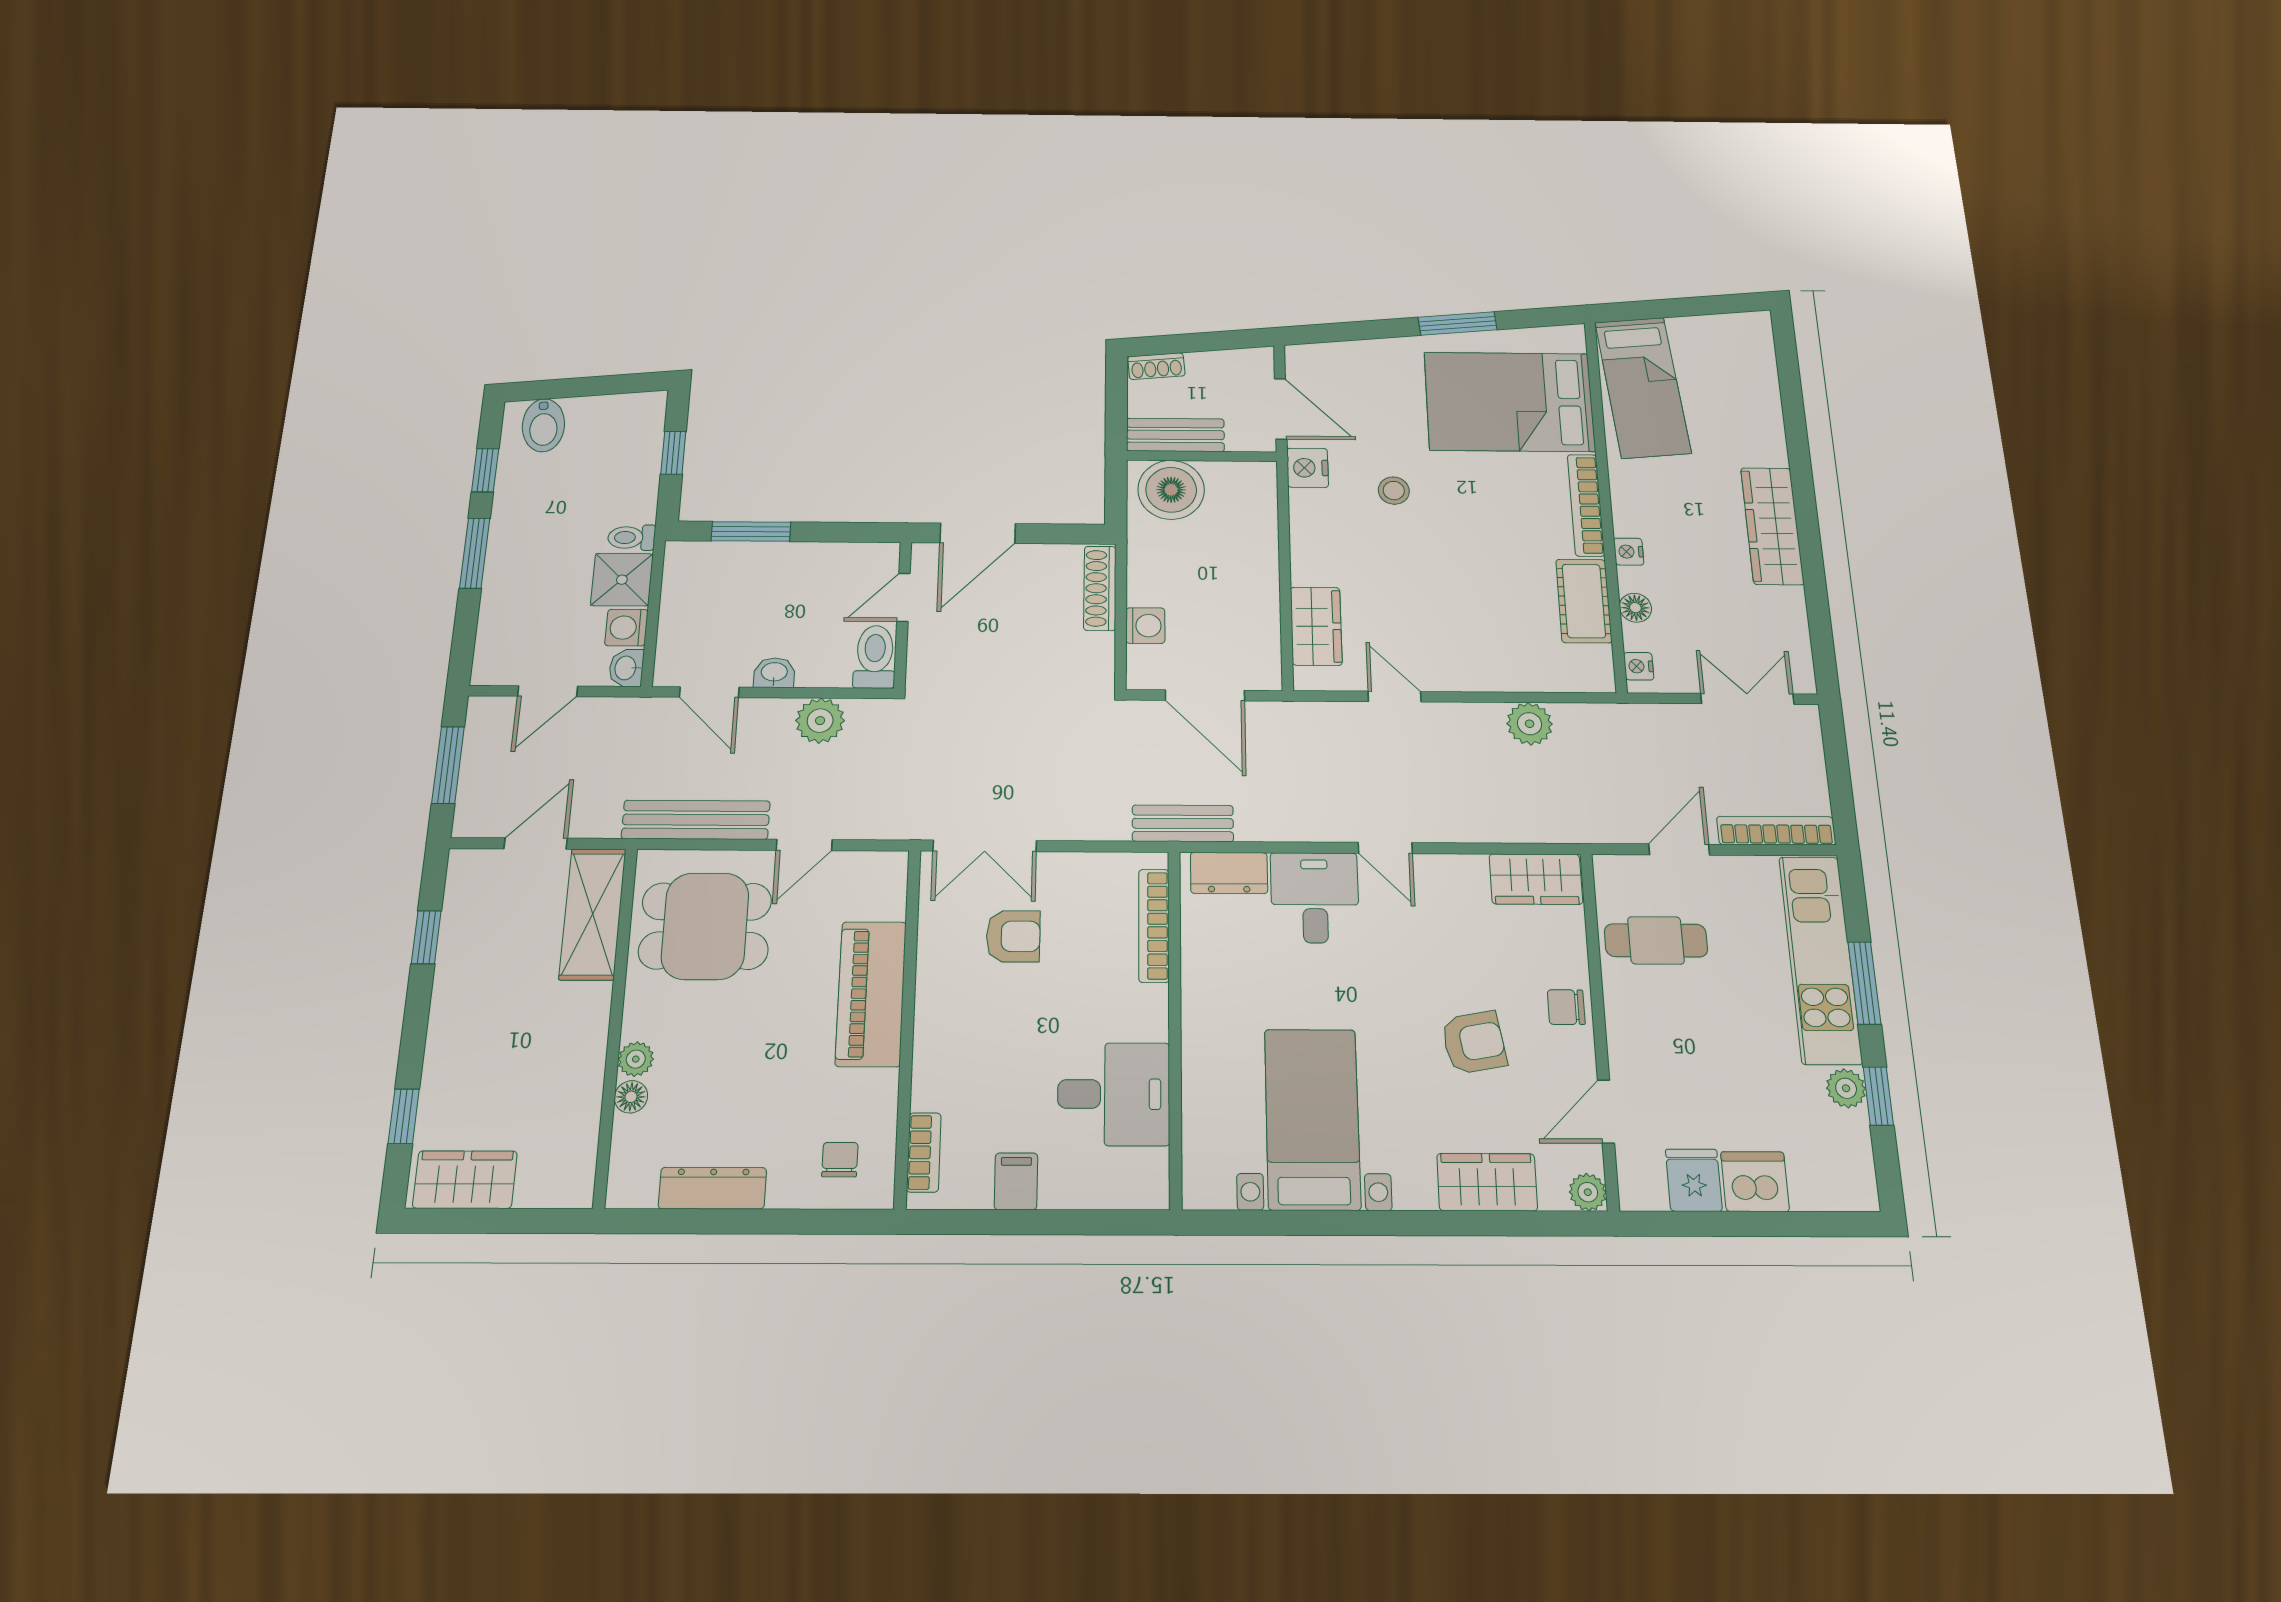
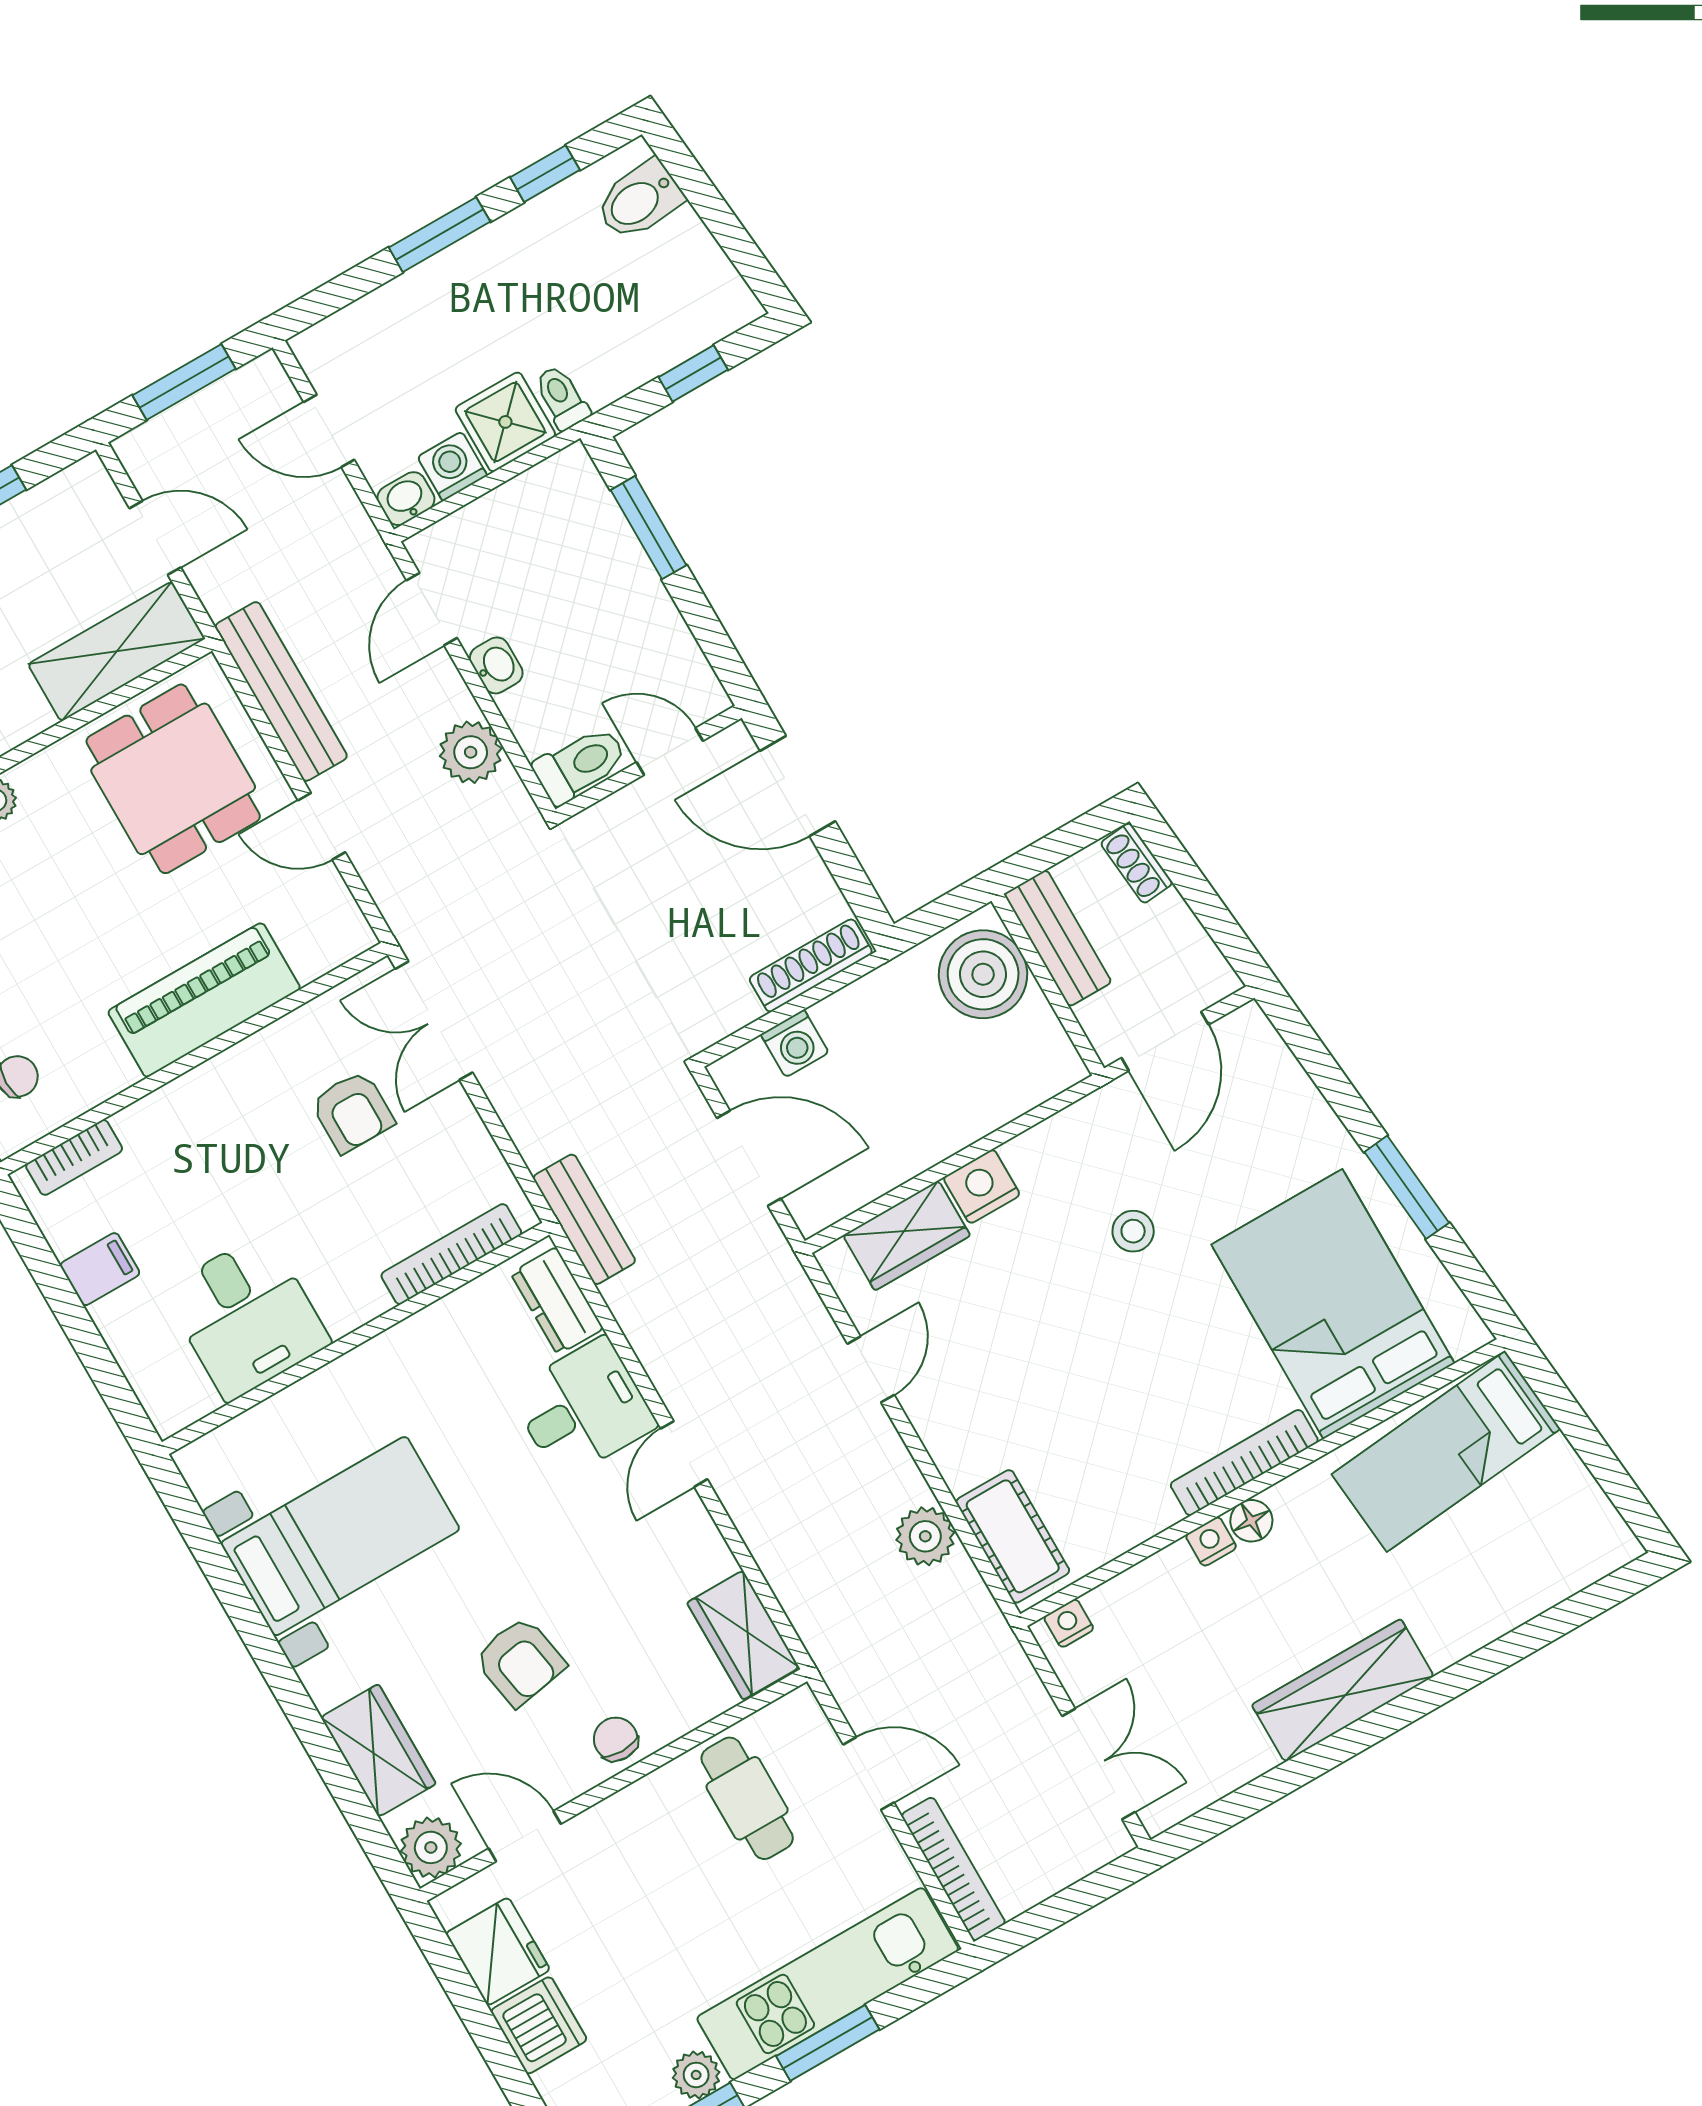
nightstand: (1308, 468) -> (982, 1186), moved
cot: (1584, 601) -> (1013, 1536), moved, turned 90
floor lamp: (1635, 608) -> (1251, 1521), moved
door: (1205, 695) -> (749, 1158), swing flipped
fridge: (1694, 1180) -> (498, 1951), width x1.38
plant: (1588, 1192) -> (431, 1847), width x1.38, depth x1.38

